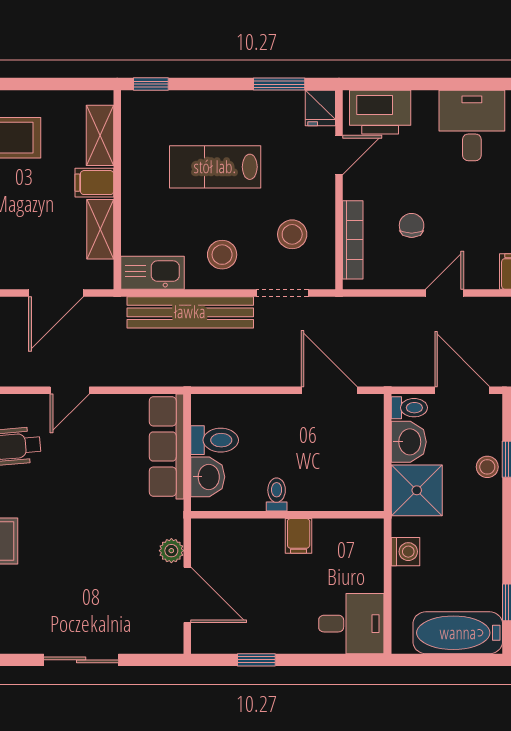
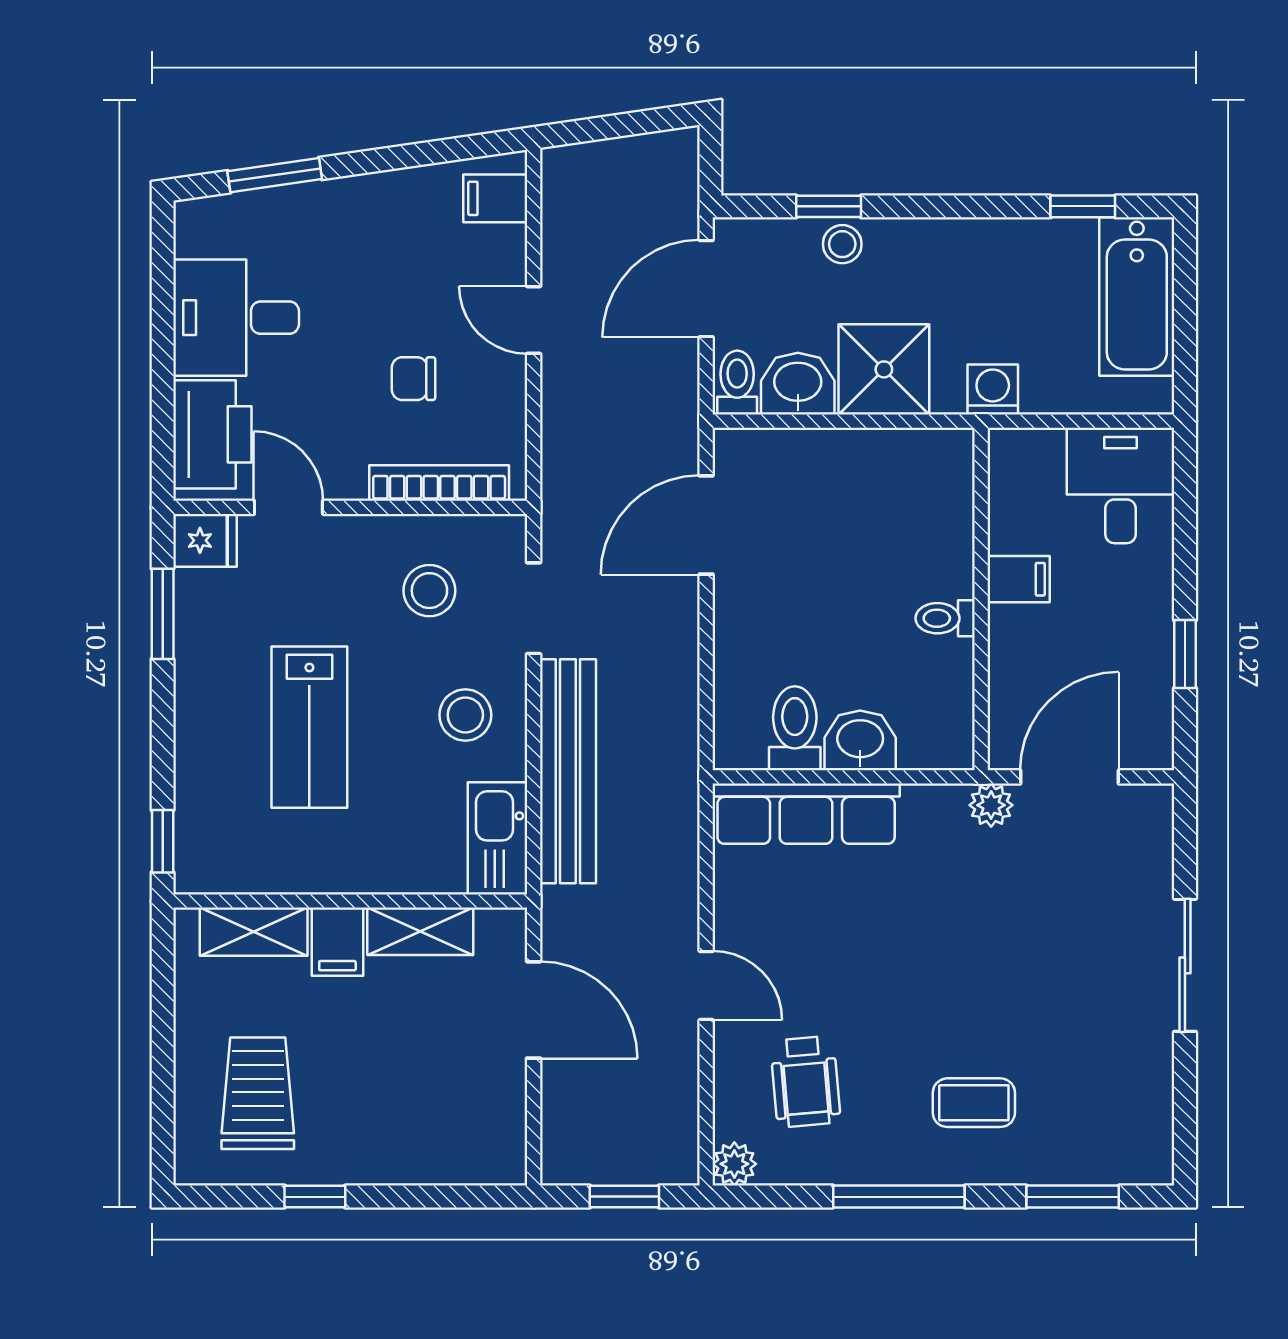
desk: (472, 125) -> (236, 318), moved
toilet: (277, 494) -> (945, 618), moved
wall: (287, 515) -> (981, 599), moved
filing cabinet: (299, 536) -> (1019, 579), moved

